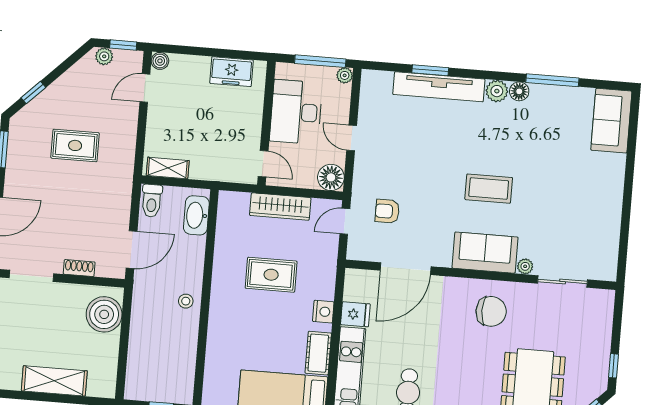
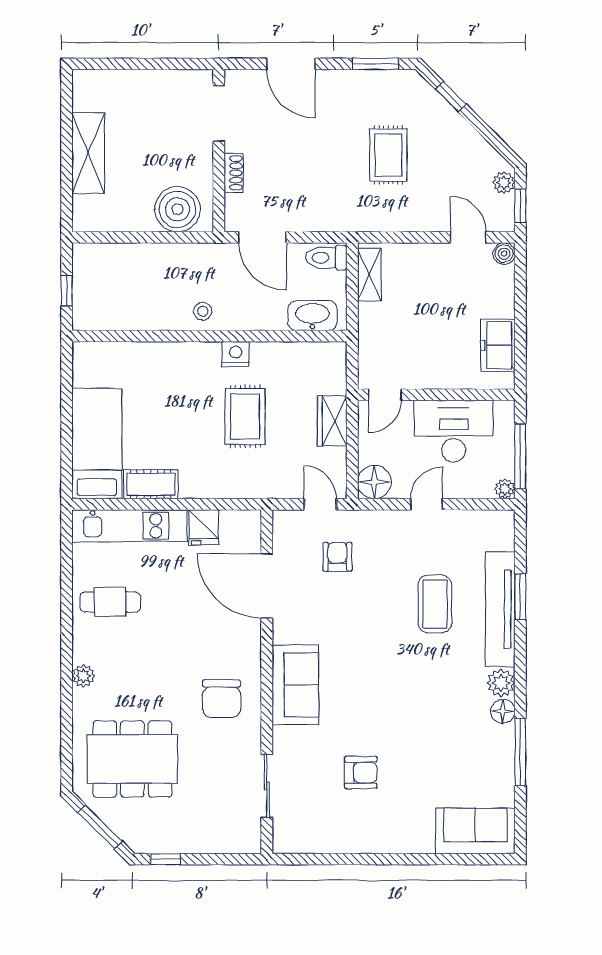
coffee table: (489, 189) -> (435, 604), moved
wardrobe: (280, 207) -> (332, 421), width x0.67
armchair: (558, 207) -> (361, 773), added
plant: (525, 266) -> (282, 737), removed
nightstand: (323, 312) -> (236, 354), moved, turned 180

